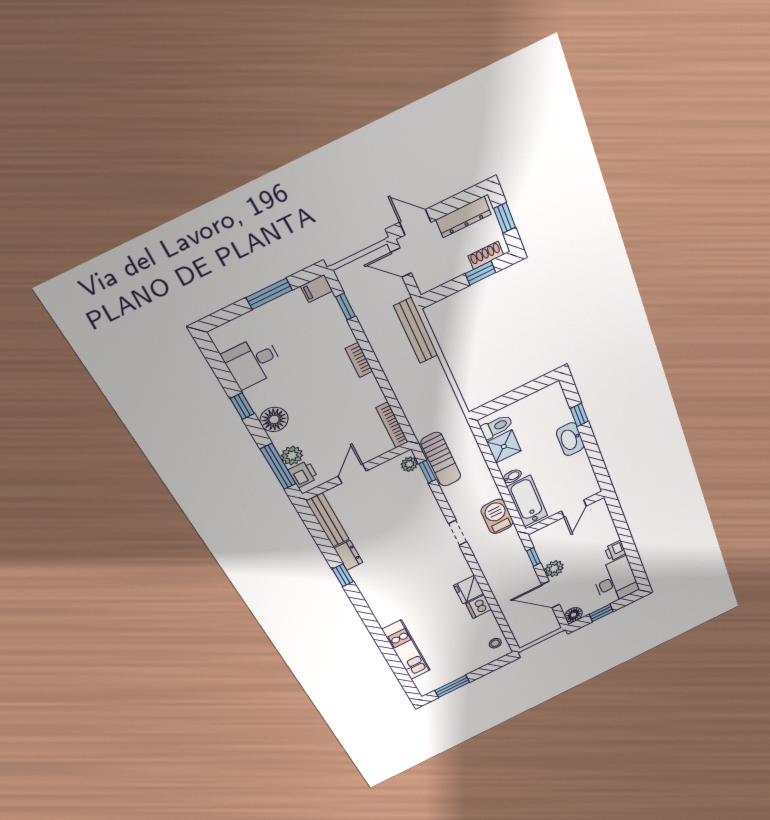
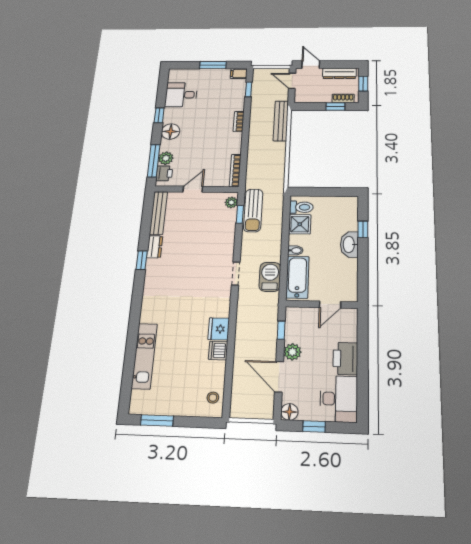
printer: (615, 551) -> (345, 359), width x1.87, depth x1.48

